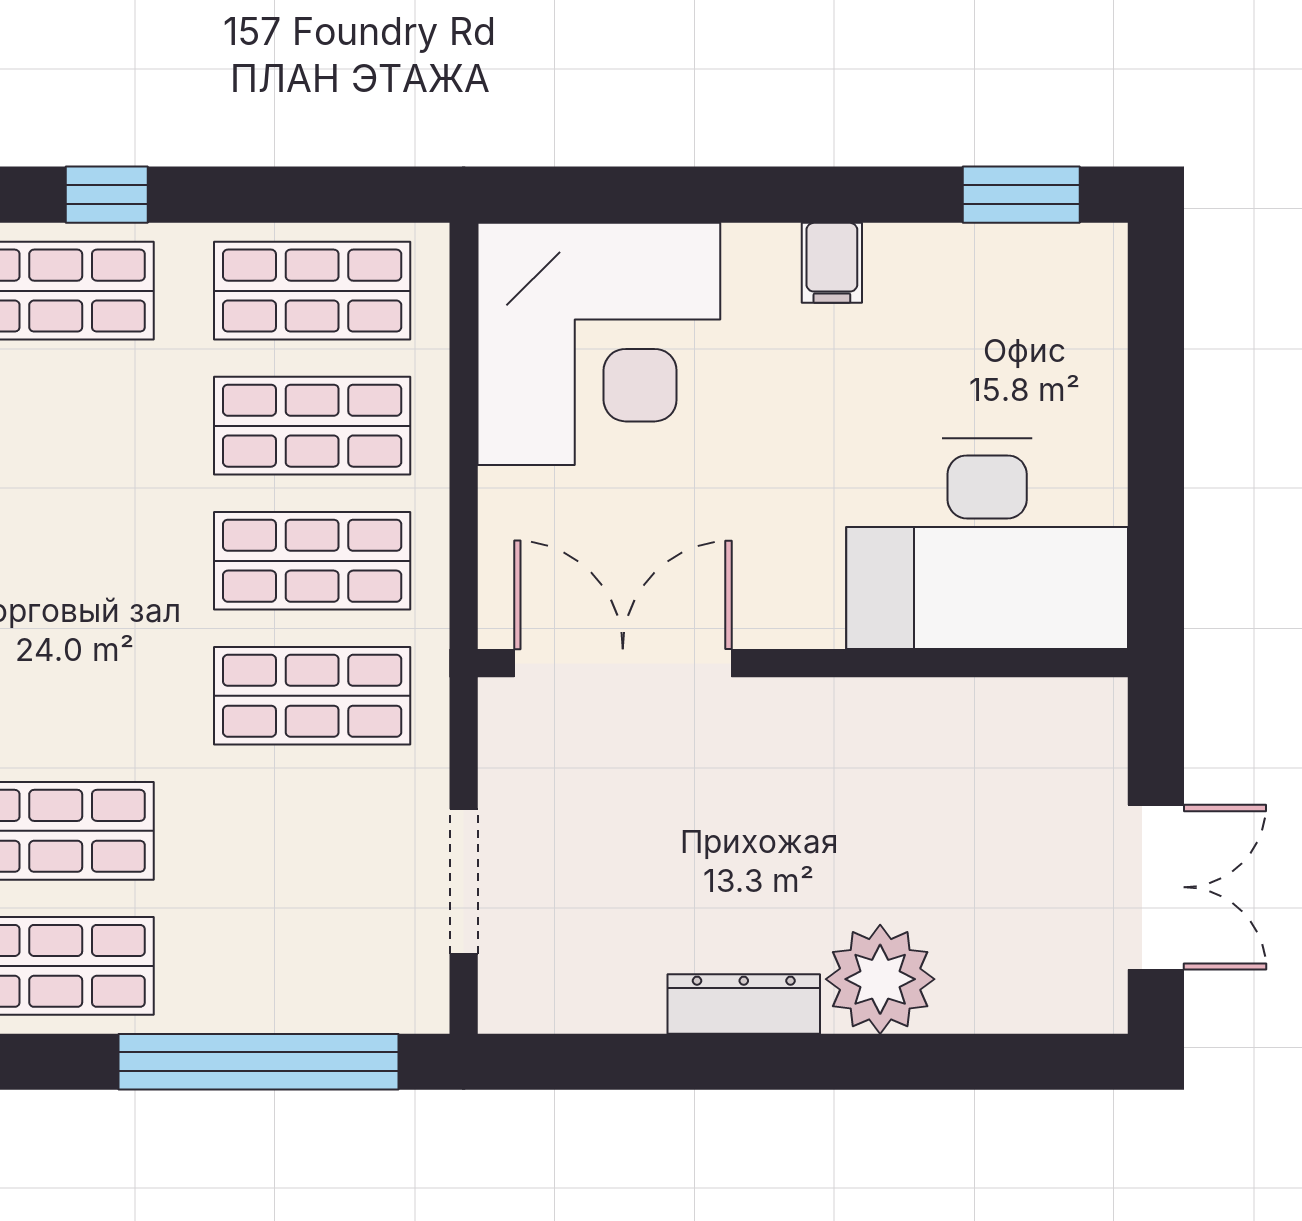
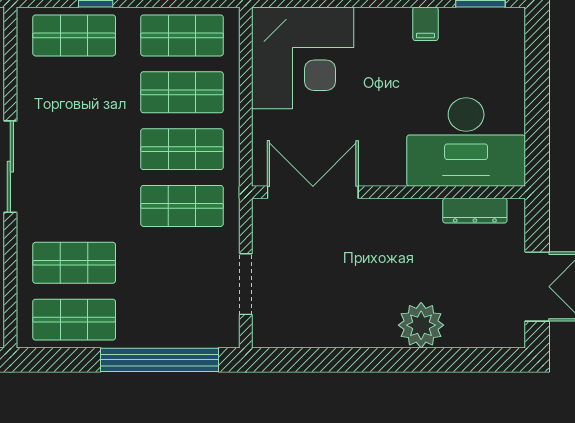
filing cabinet: (832, 263) -> (425, 24), moved
dresser: (744, 1004) -> (475, 211), moved, turned 180

